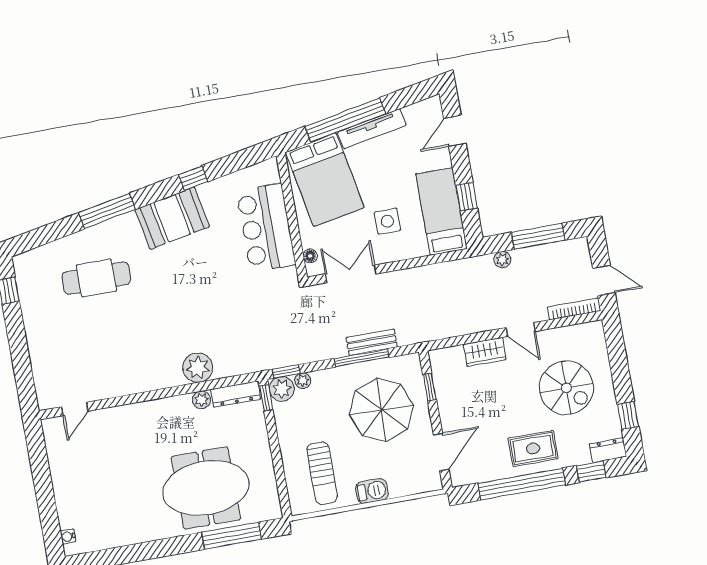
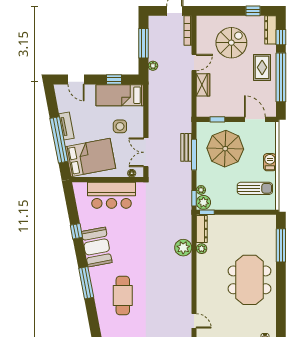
tv unit: (372, 129) -> (66, 126), width x0.71
dresser: (608, 450) -> (271, 30), width x1.44
meeting table: (206, 488) -> (249, 280), moved

